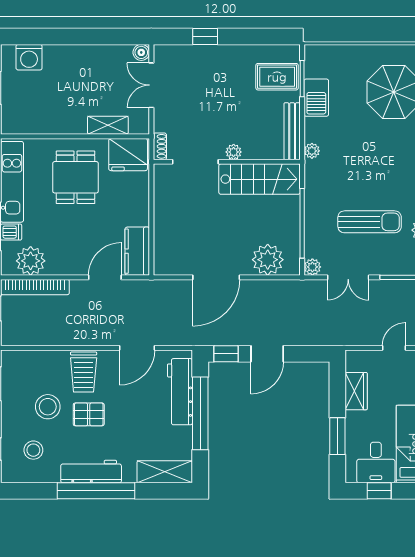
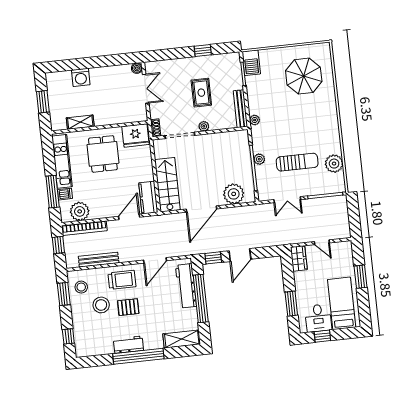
window: (205, 36) -> (203, 50), moved
washing machine: (29, 57) -> (81, 77), moved
rug: (277, 77) -> (201, 93), moved, turned 90
double door: (151, 85) -> (146, 89), swing flipped
barbecue: (316, 98) -> (251, 63), moved
shelving: (108, 125) -> (80, 122), moved
stairs: (260, 179) -> (167, 185), moved, turned -90
plant: (312, 267) -> (259, 159), moved
bench: (51, 337) -> (99, 260), added
door: (394, 348) -> (322, 242), swing flipped
trolley: (84, 372) -> (122, 280), turned -90
wardrobe: (356, 391) -> (299, 258), moved
stool: (33, 450) -> (81, 287), moved
workbench: (91, 472) -> (128, 345), width x0.73

